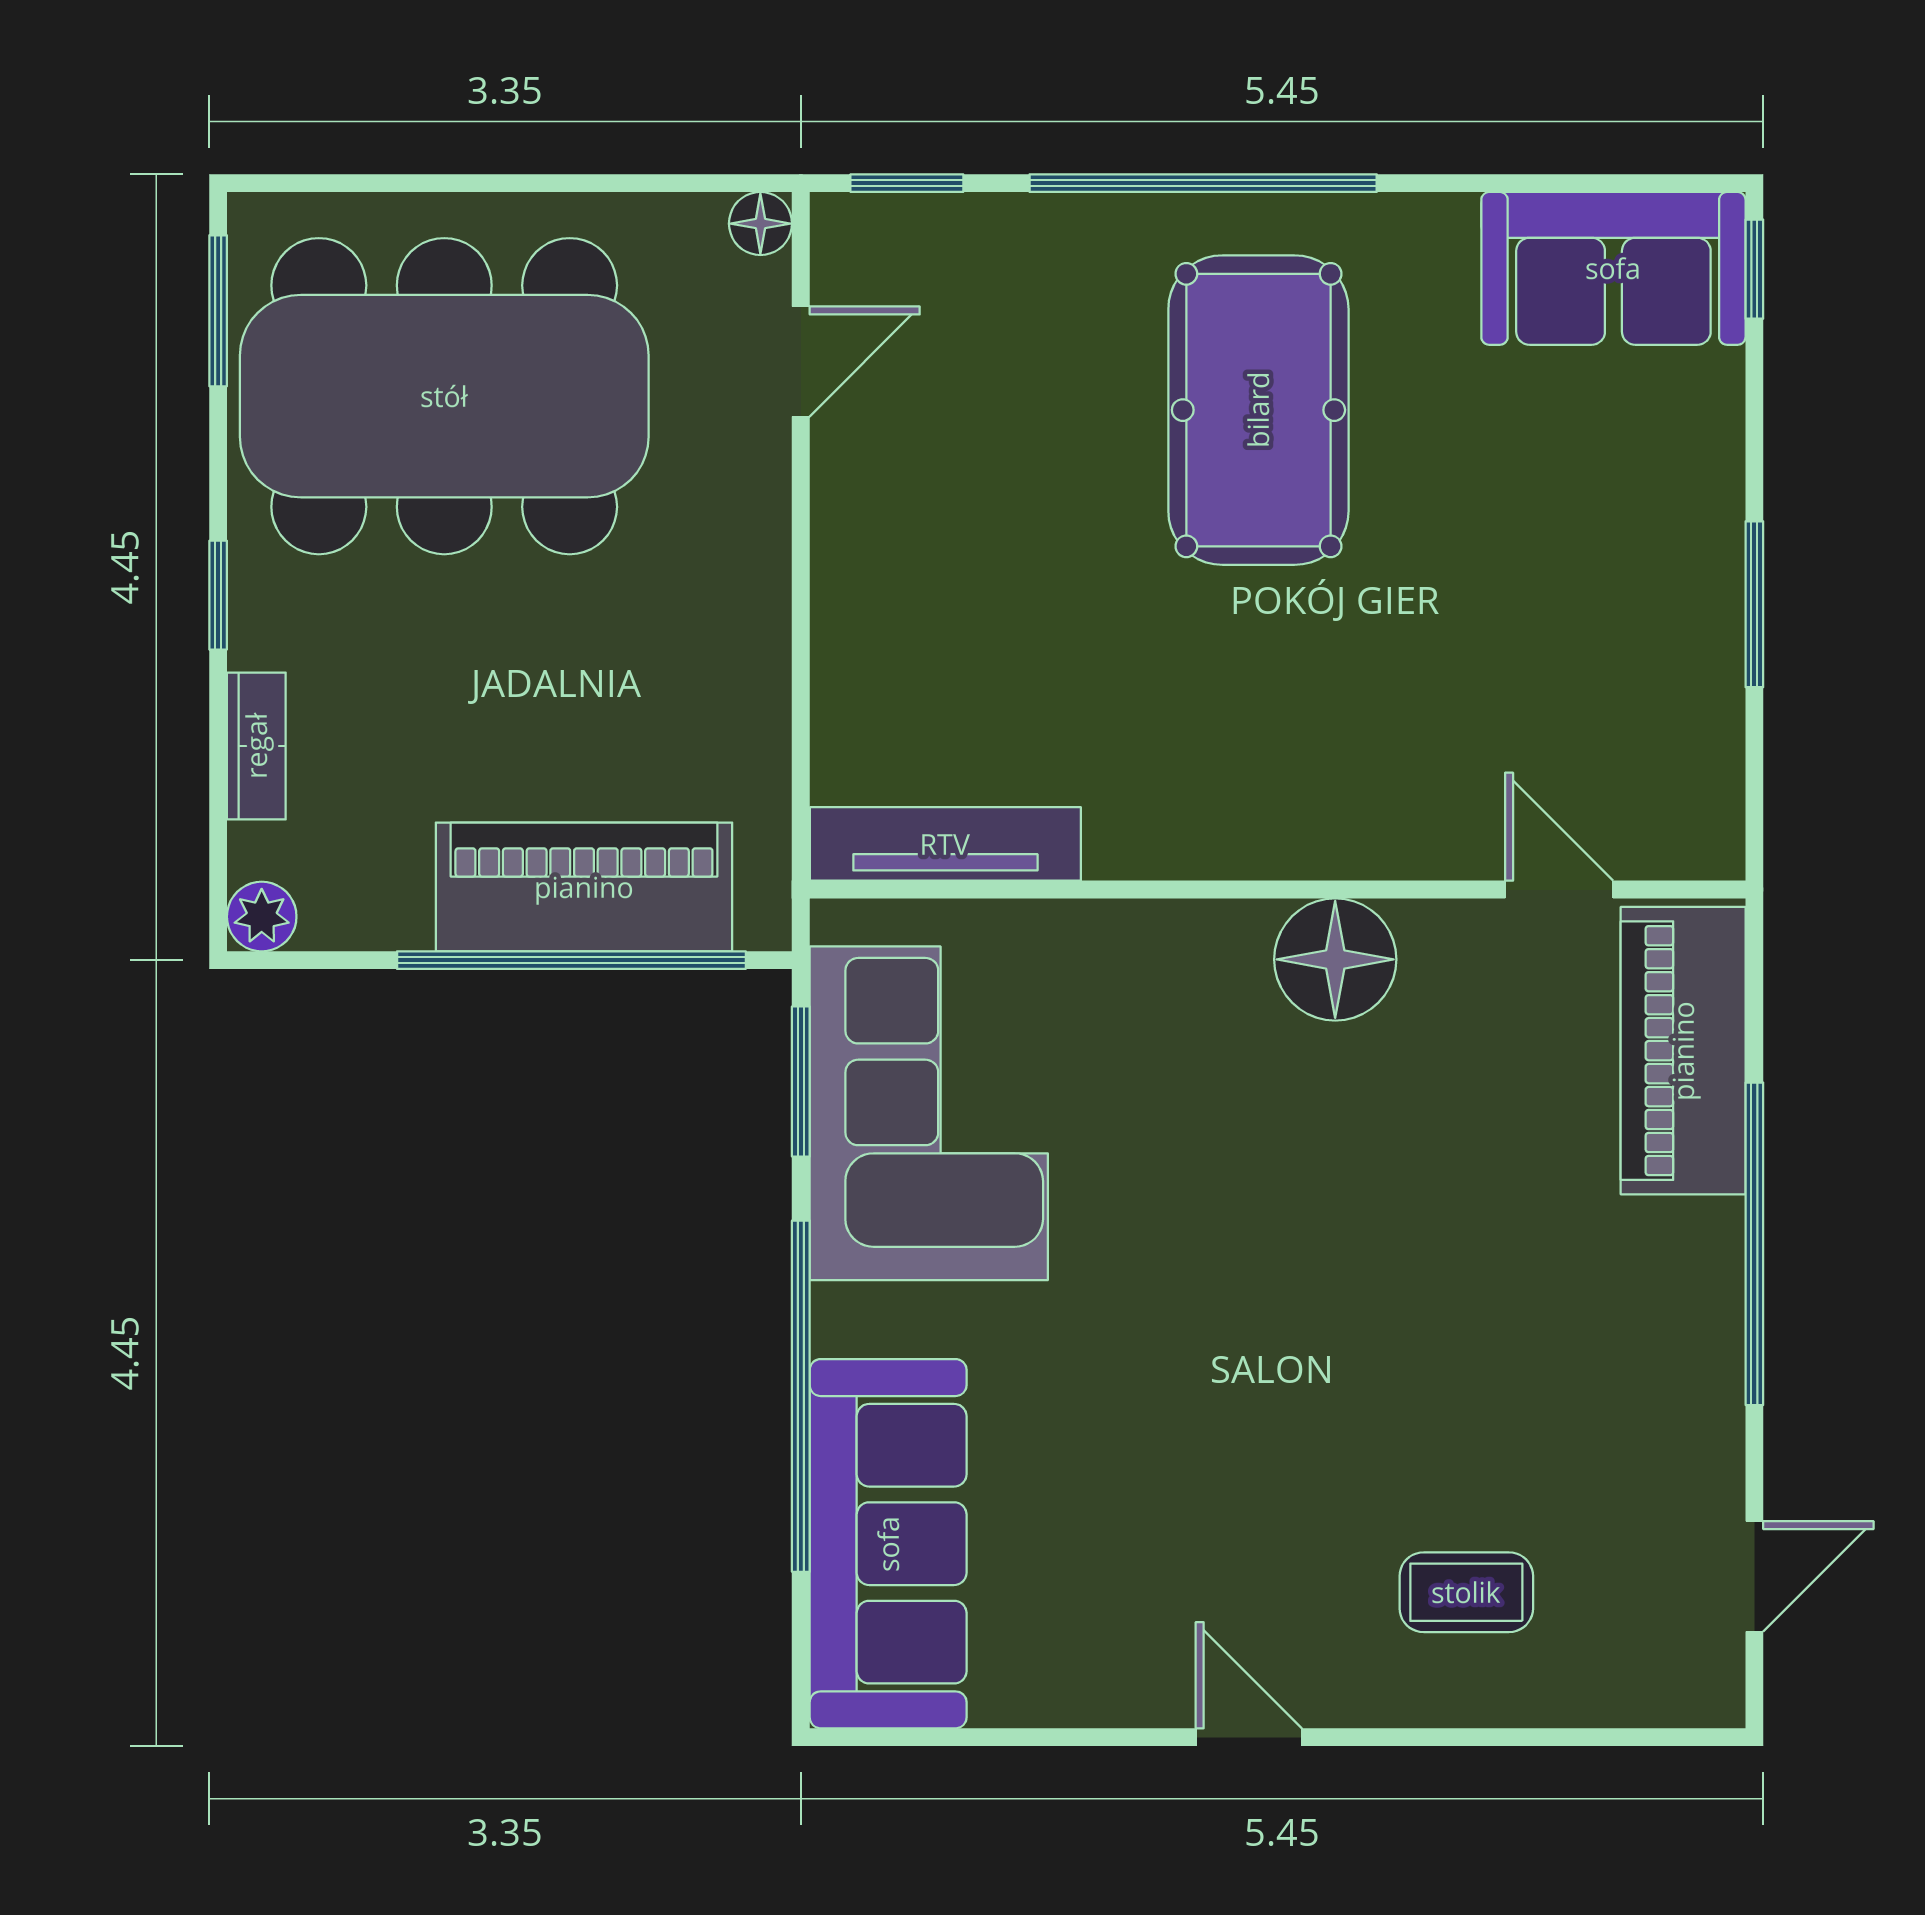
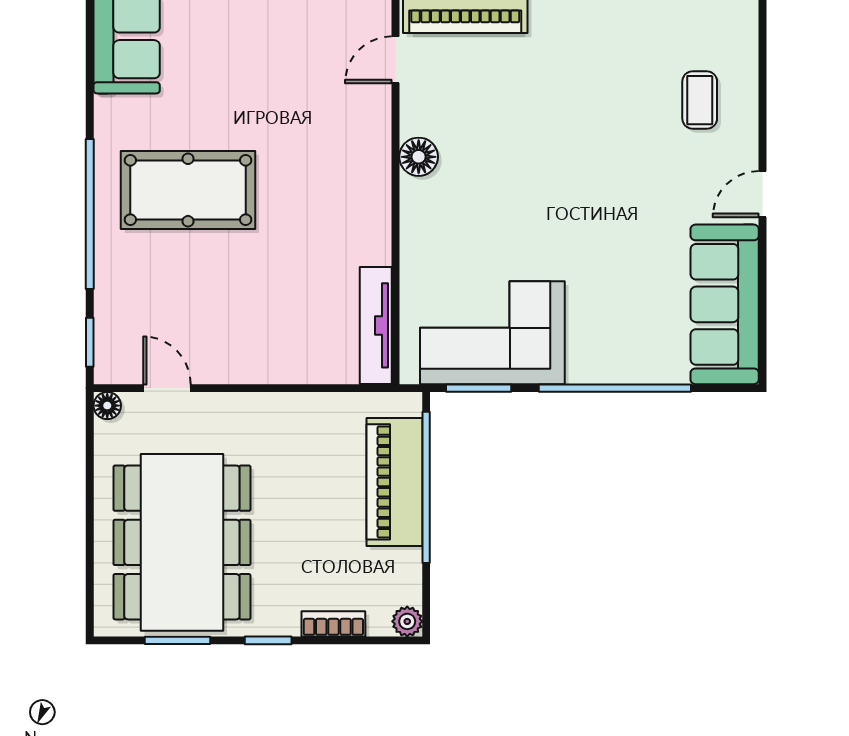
window: (218, 311) -> (177, 640), moved
floor lamp: (1335, 959) -> (419, 157), width x0.73, depth x0.73
sofa: (888, 1544) -> (725, 304), moved, turned -90

